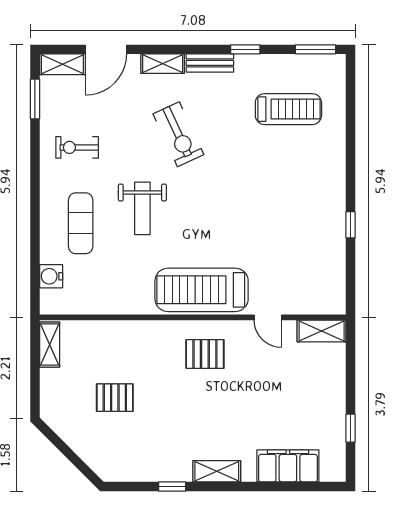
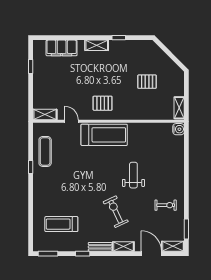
door: (106, 49) -> (151, 254), hinge flipped
exercise mat: (81, 223) -> (45, 151), moved
water cooler: (51, 276) -> (179, 129), moved

